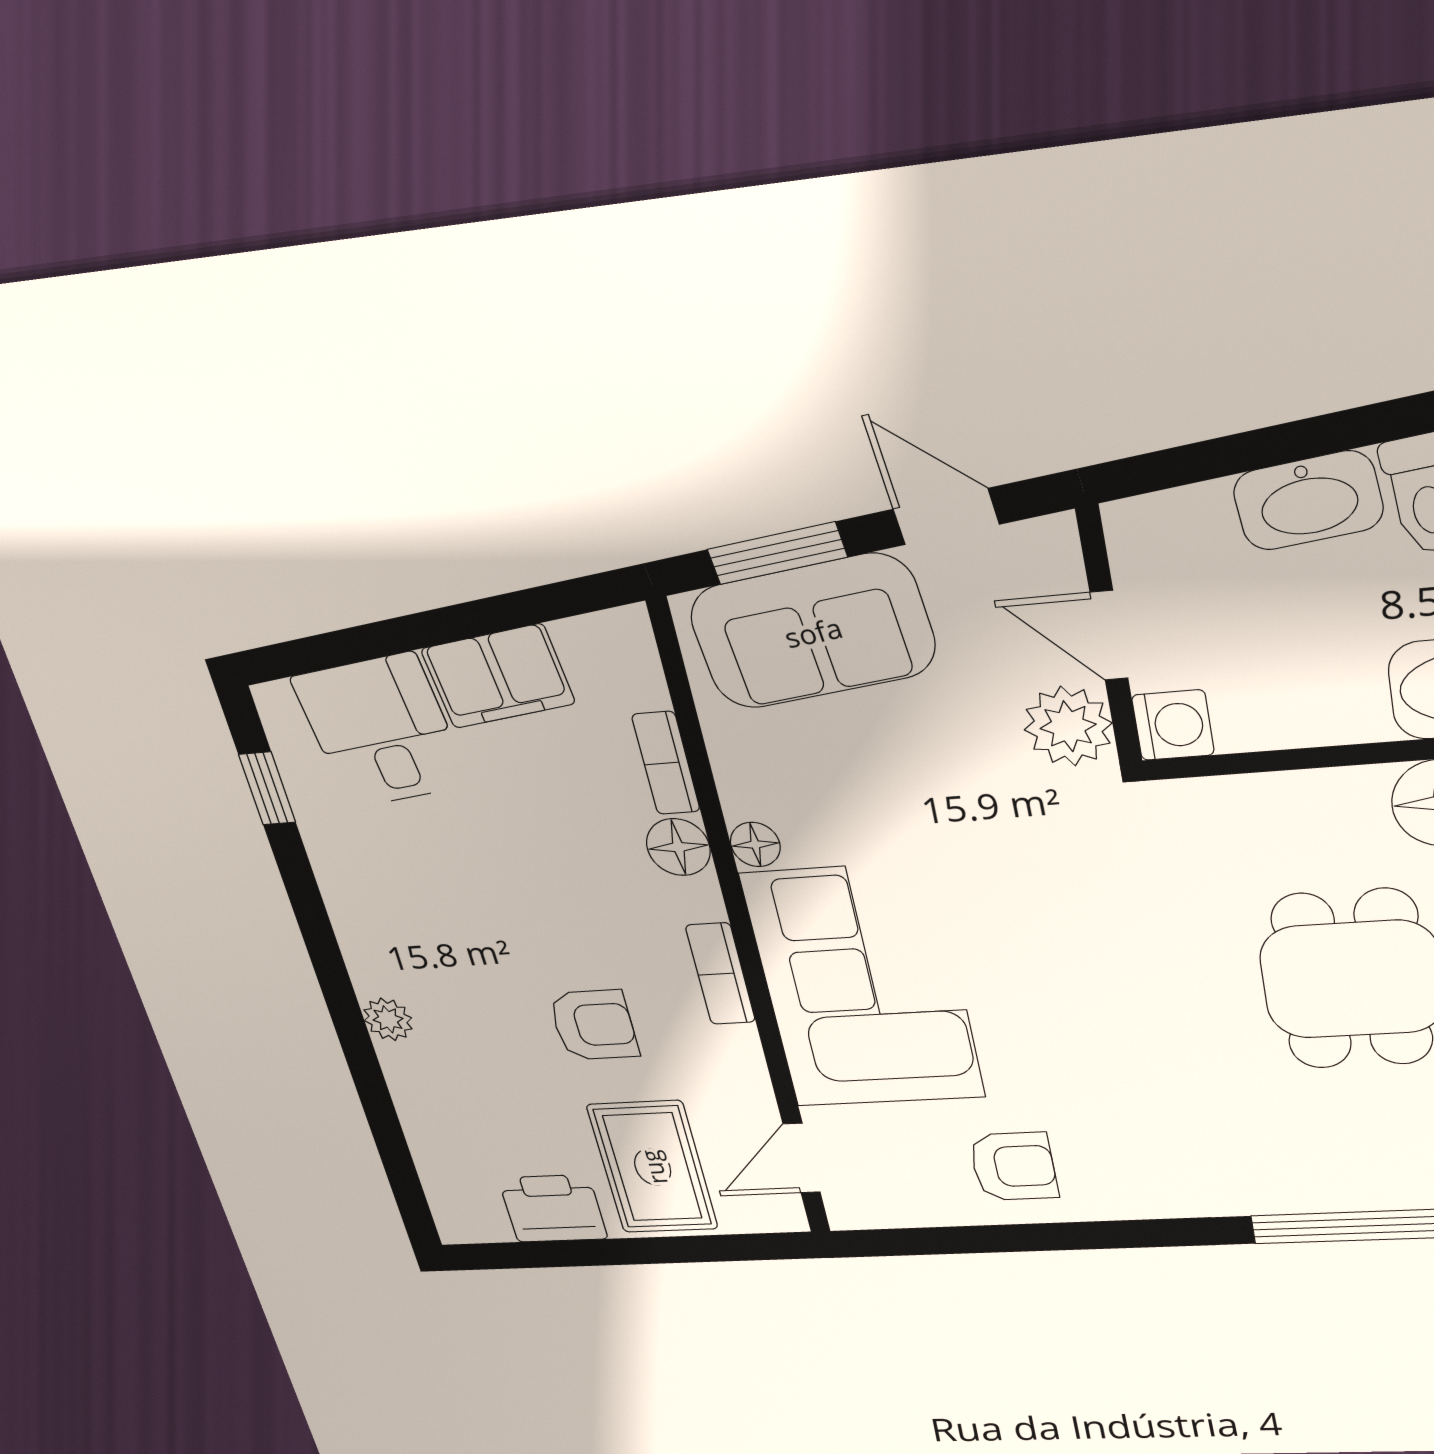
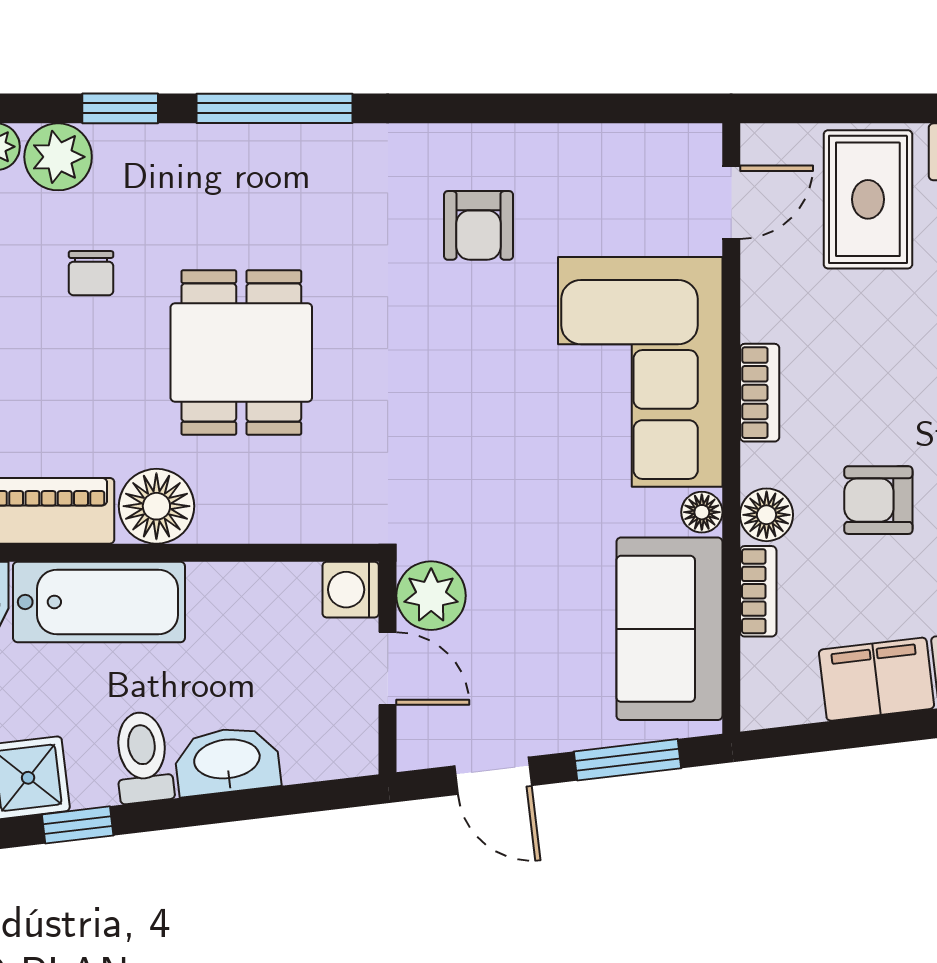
sofa: (813, 632) -> (669, 629), moved, turned -83
armchair: (594, 1025) -> (878, 500), moved
armchair: (1013, 1166) -> (479, 225), moved, turned -90

